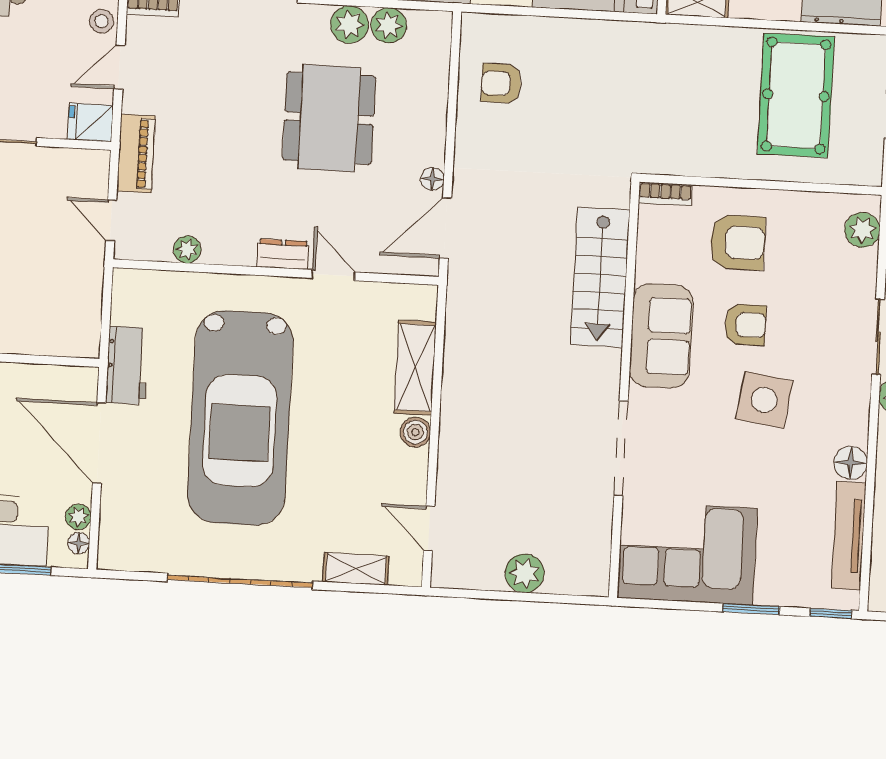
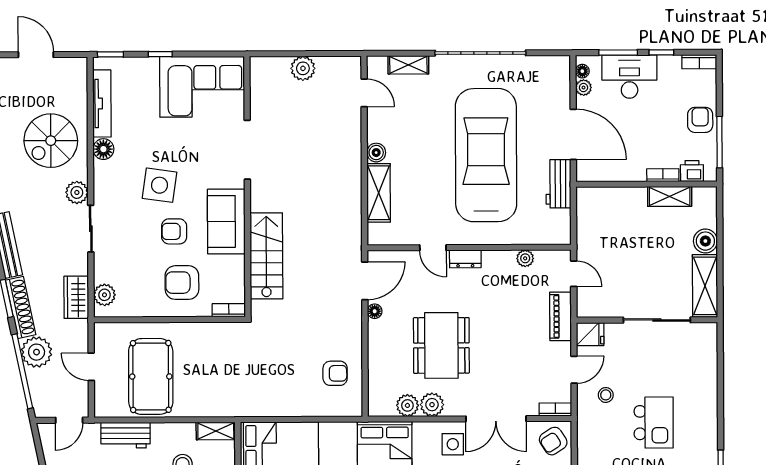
stool: (102, 21) -> (606, 395), moved
window: (751, 609) -> (160, 54), width x0.67

